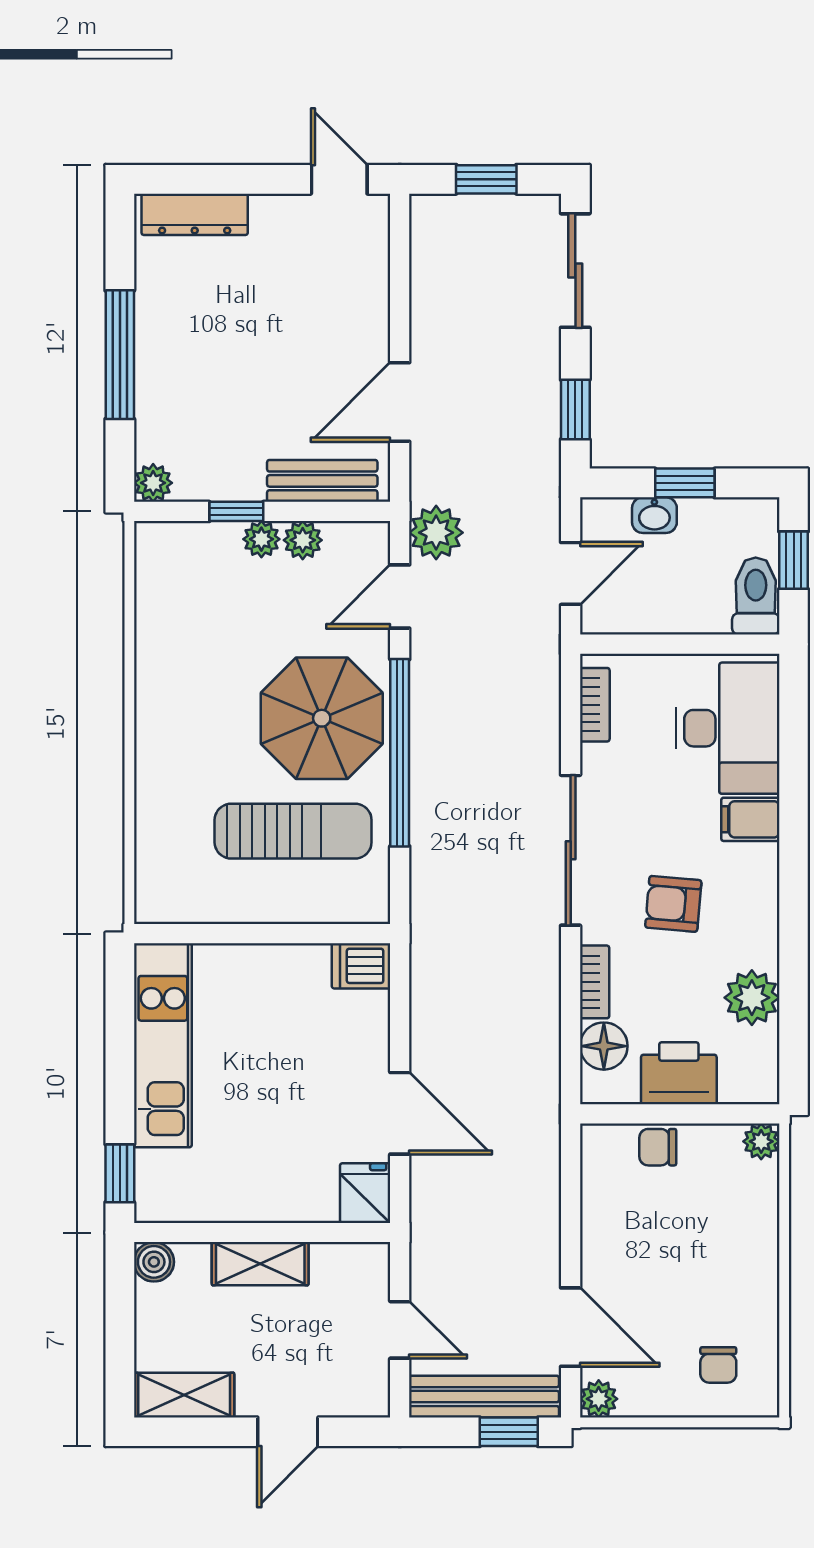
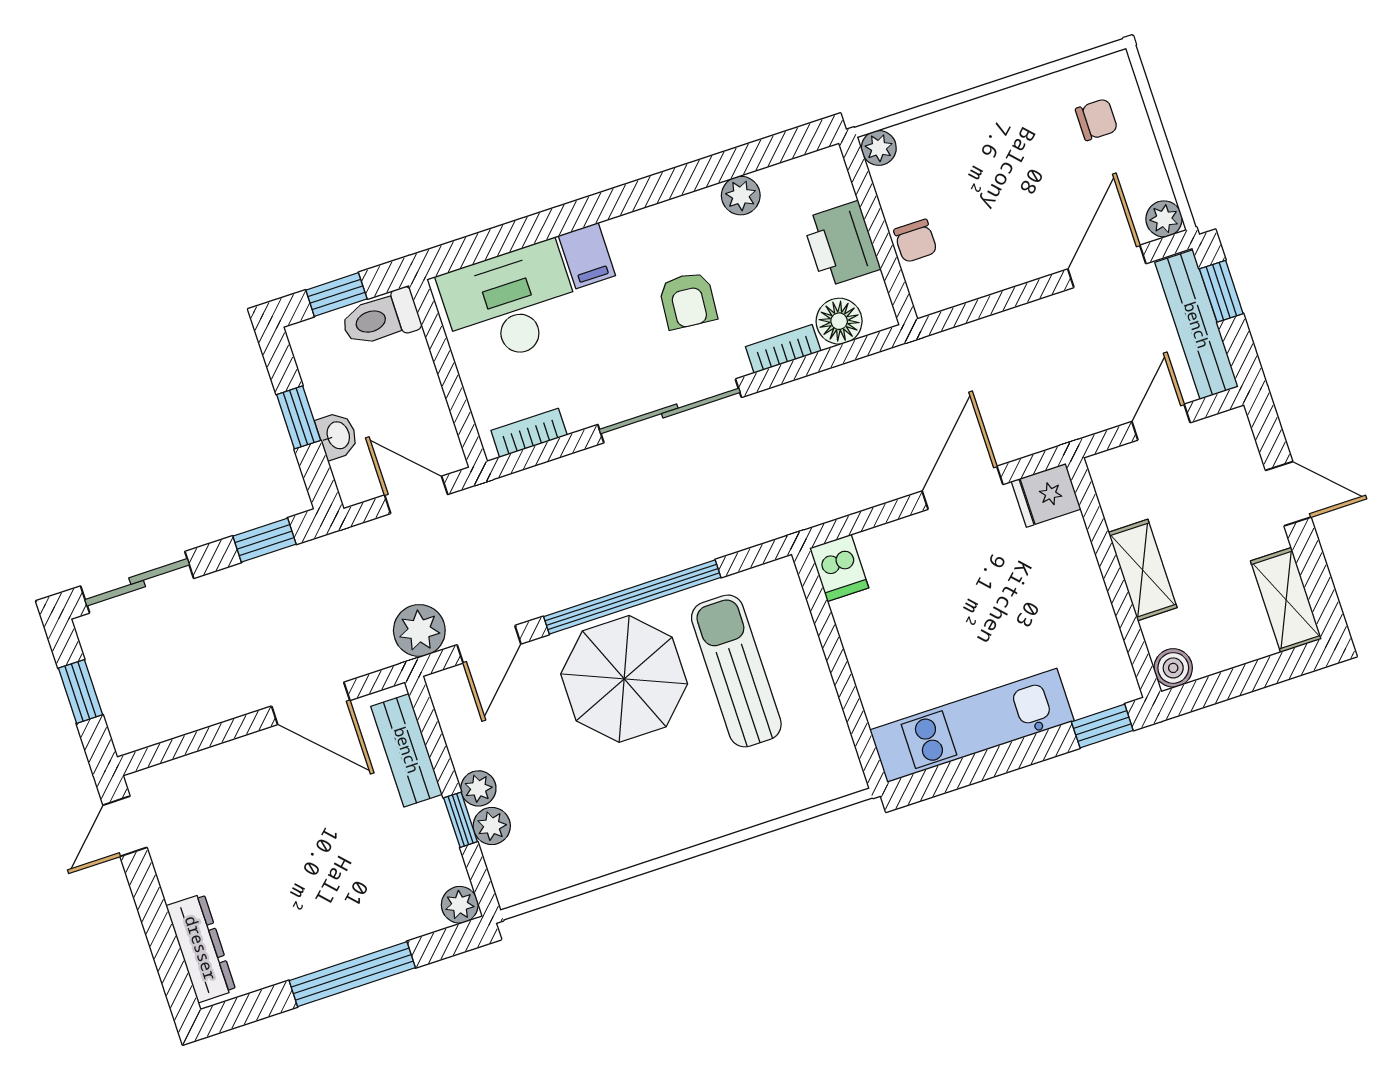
plant: (303, 540) -> (492, 826), moved
door: (400, 596) -> (489, 644), hinge flipped
plant: (752, 998) -> (741, 196), width x0.73, depth x0.73

